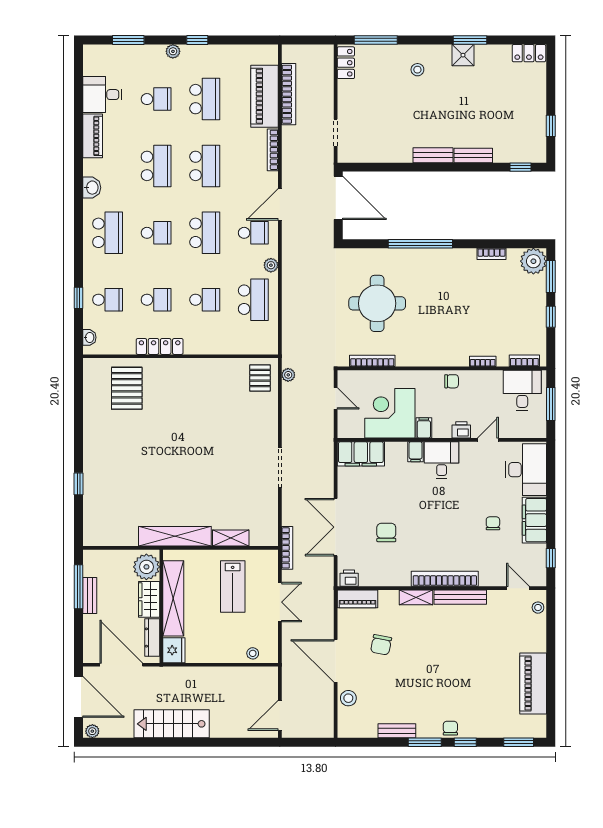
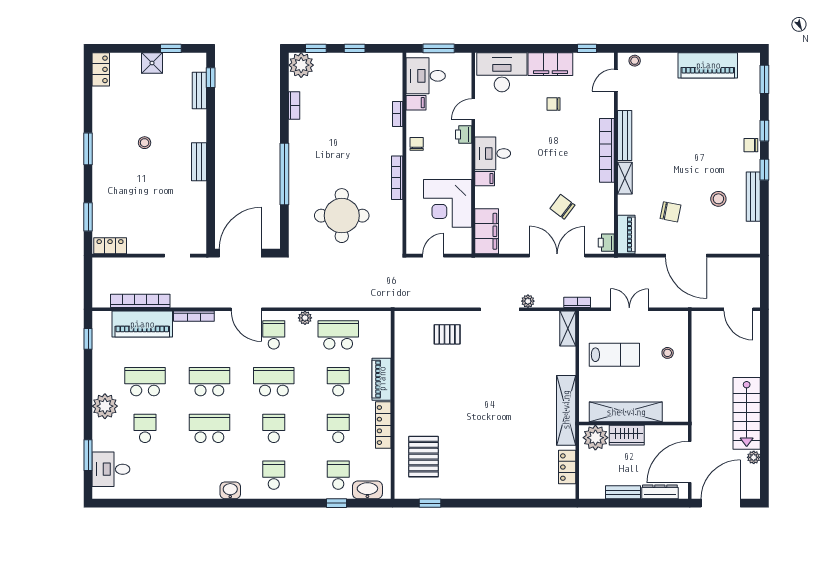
window: (197, 40) -> (88, 339), moved
window: (376, 40) -> (88, 217), width x0.69
window: (470, 40) -> (88, 149), moved
plant: (173, 51) -> (105, 406), width x1.88, depth x1.88
shower: (463, 55) -> (152, 63), moved
stool: (417, 70) -> (145, 143), moved
desk: (102, 95) -> (111, 469), moved, turned 90
piano: (93, 136) -> (382, 379), moved, turned -90
bench: (473, 155) -> (199, 90), moved
school desk: (108, 233) -> (274, 475), width x0.54
window: (551, 277) -> (316, 48), width x0.67
washbasin: (89, 337) -> (367, 490), width x1.91, depth x1.45
bookcase: (372, 361) -> (397, 178), moved
bookcase: (524, 361) -> (397, 74), removed
plant: (288, 375) -> (528, 301), moved
pallet: (260, 378) -> (447, 334), moved
pallet: (127, 388) -> (424, 457), turned 90
filing cabinet: (424, 428) -> (416, 103), moved, turned 180
door: (488, 440) -> (473, 109), hinge flipped
window: (78, 484) -> (430, 503), moved
double door: (336, 527) -> (557, 256), swing flipped
chair: (386, 533) -> (562, 207), turned 37
locker: (116, 537) -> (567, 467), added
shelving: (231, 538) -> (568, 329), moved
bookcase: (287, 548) -> (577, 302), width x0.64
window: (78, 587) -> (615, 503), removed
dresser: (152, 638) -> (660, 492), moved, turned 180
fridge: (174, 650) -> (676, 411), removed
stool: (253, 653) -> (668, 353), moved
door: (336, 661) -> (686, 256), hinge flipped
stool: (348, 698) -> (718, 199), moved
plant: (92, 731) -> (754, 457), moved
bench: (397, 731) -> (753, 197), width x1.36
window: (425, 742) -> (764, 170), width x0.67

